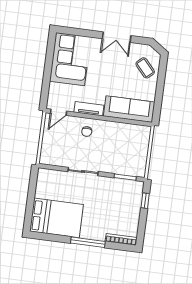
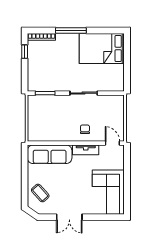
double door: (117, 37) -> (69, 217), swing flipped
door: (59, 112) -> (112, 143), hinge flipped
window: (145, 201) -> (25, 52), moved

